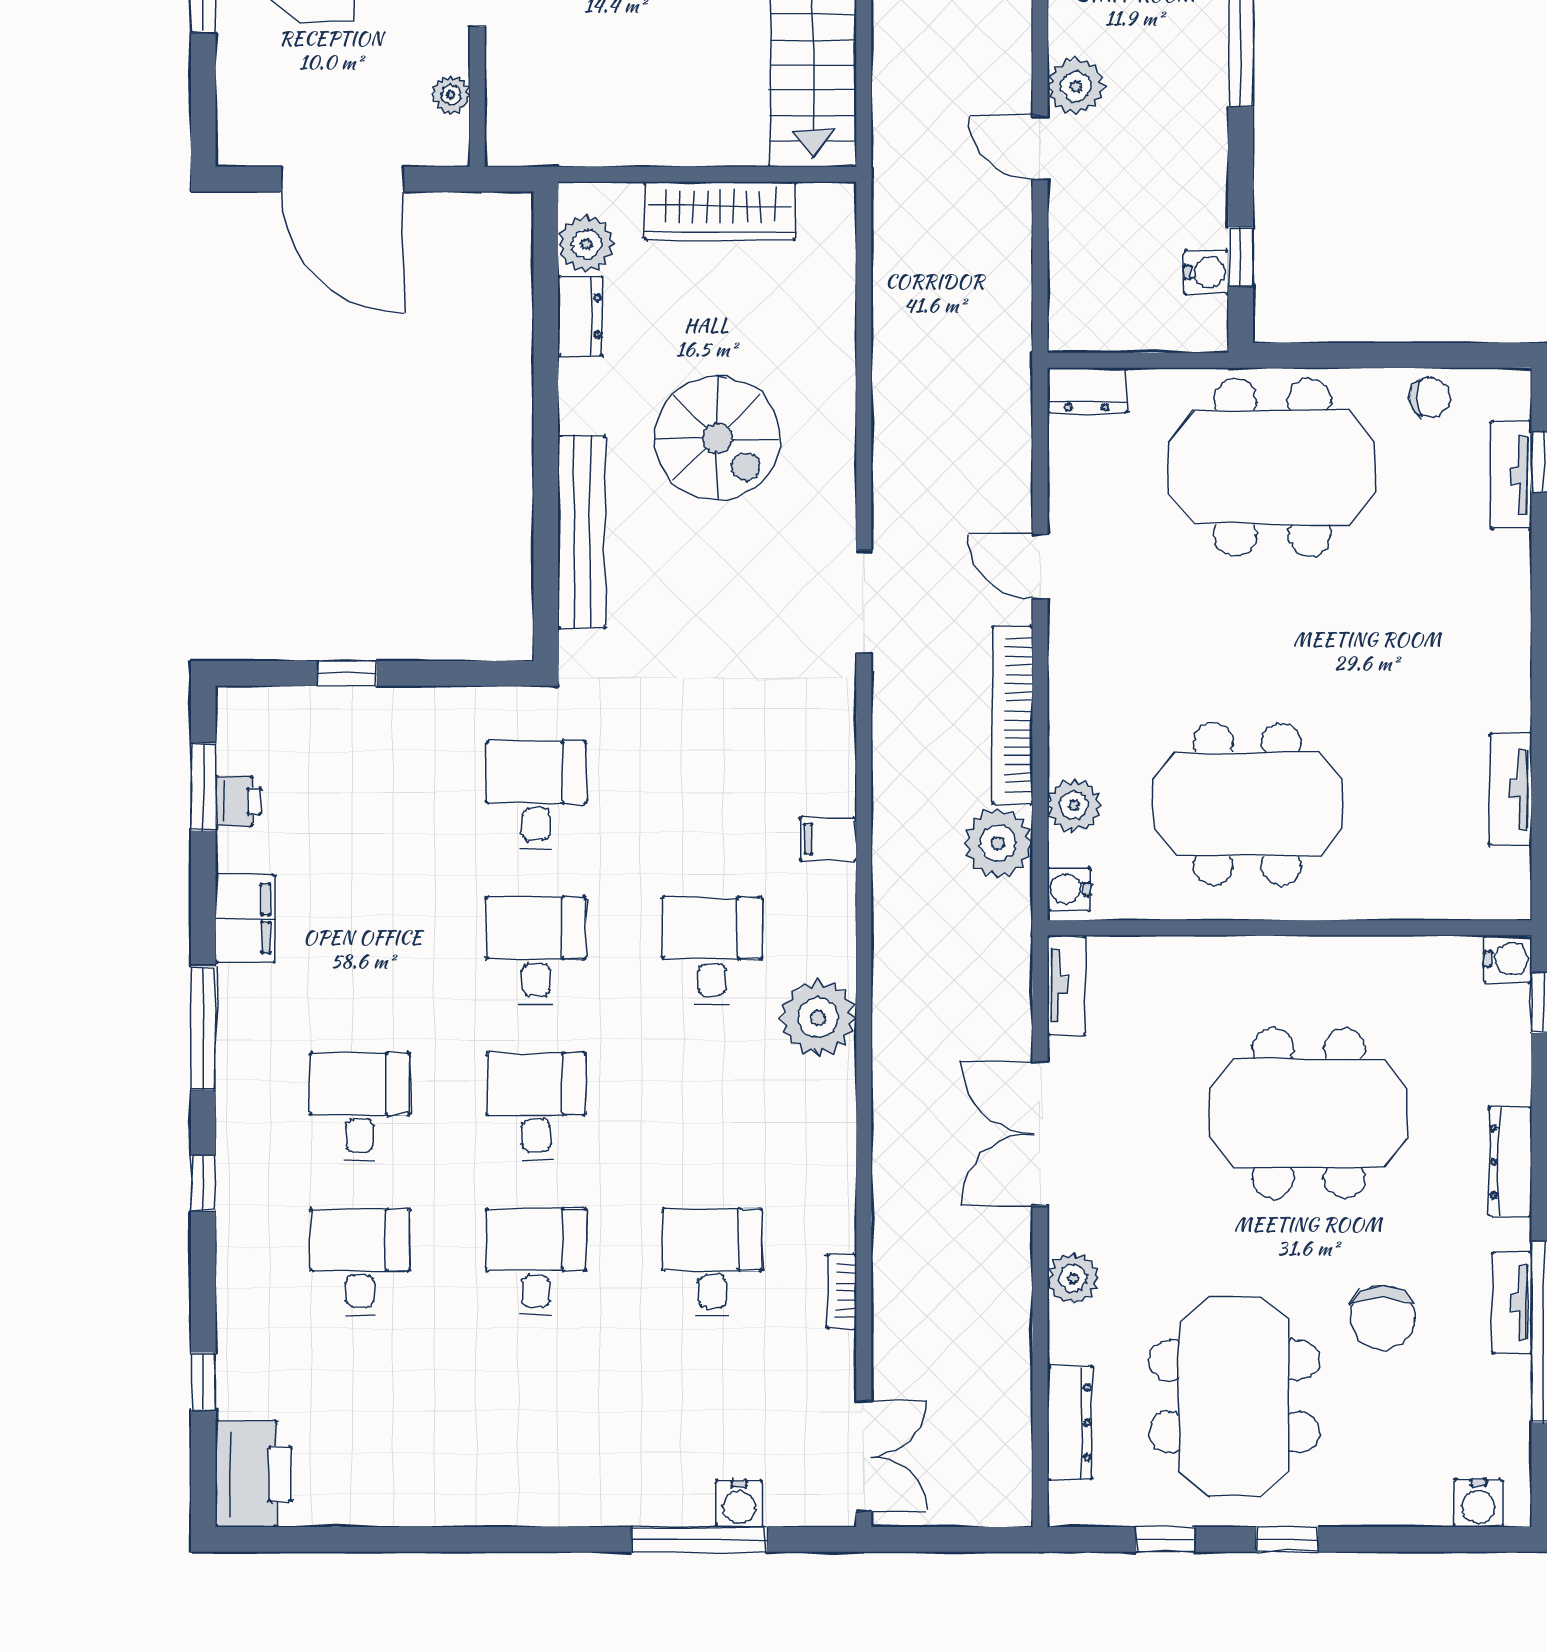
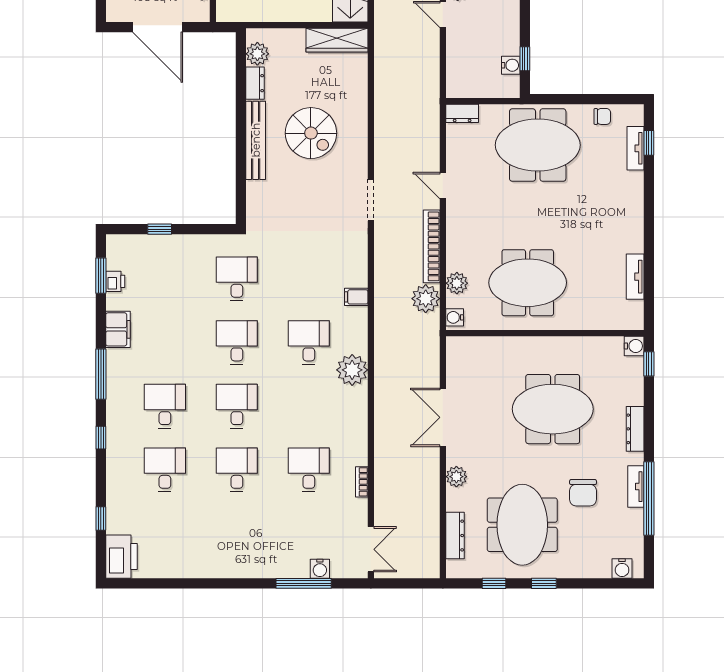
wardrobe: (720, 211) -> (337, 40), moved
bench: (582, 532) -> (256, 140), moved
tv unit: (1066, 985) -> (454, 357), removed

